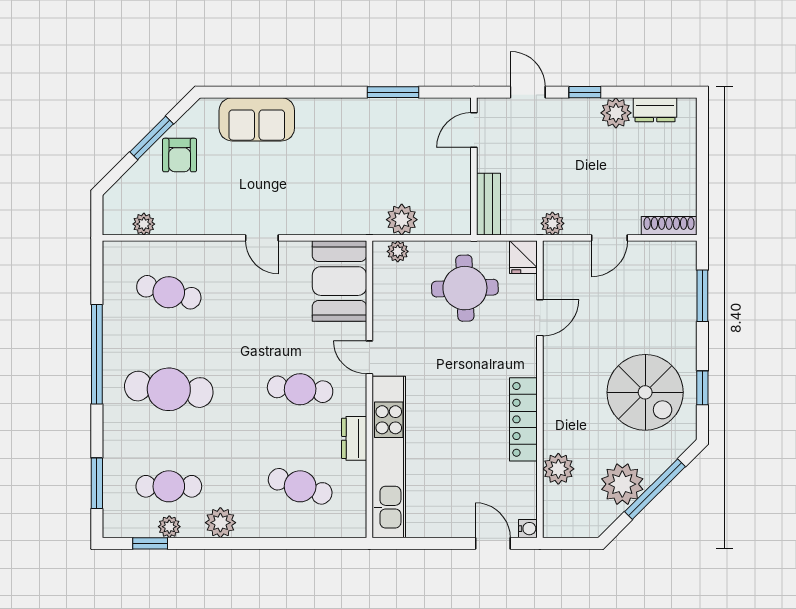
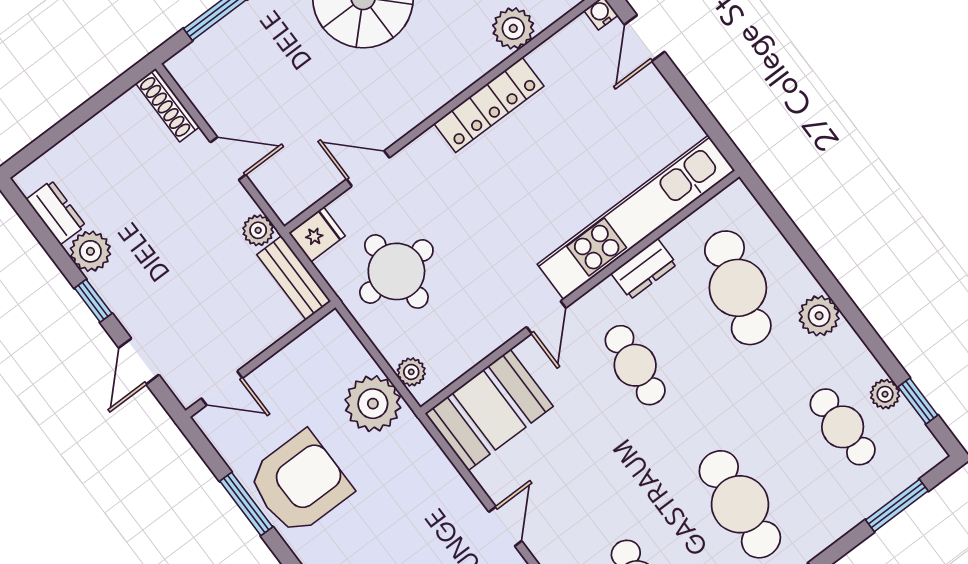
armchair: (381, 134) -> (299, 483), added
bench: (488, 204) -> (294, 278), moved, turned 90
plant: (402, 220) -> (373, 404), width x1.36, depth x1.36
cafe table: (300, 486) -> (738, 288), width x1.37, depth x1.35
plant: (220, 523) -> (819, 316), moved

